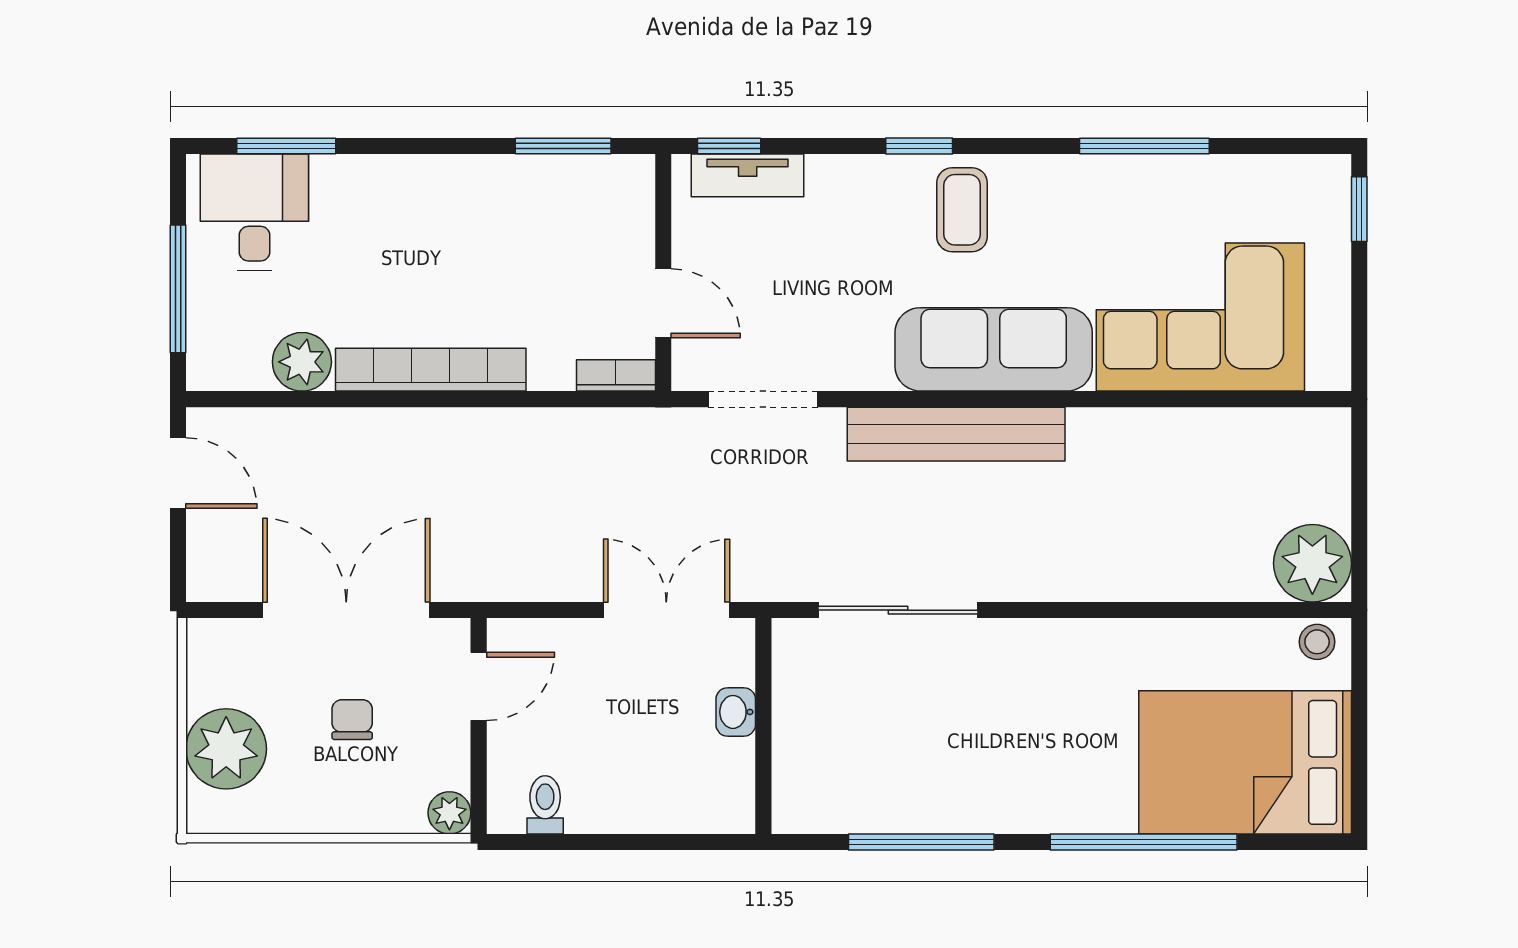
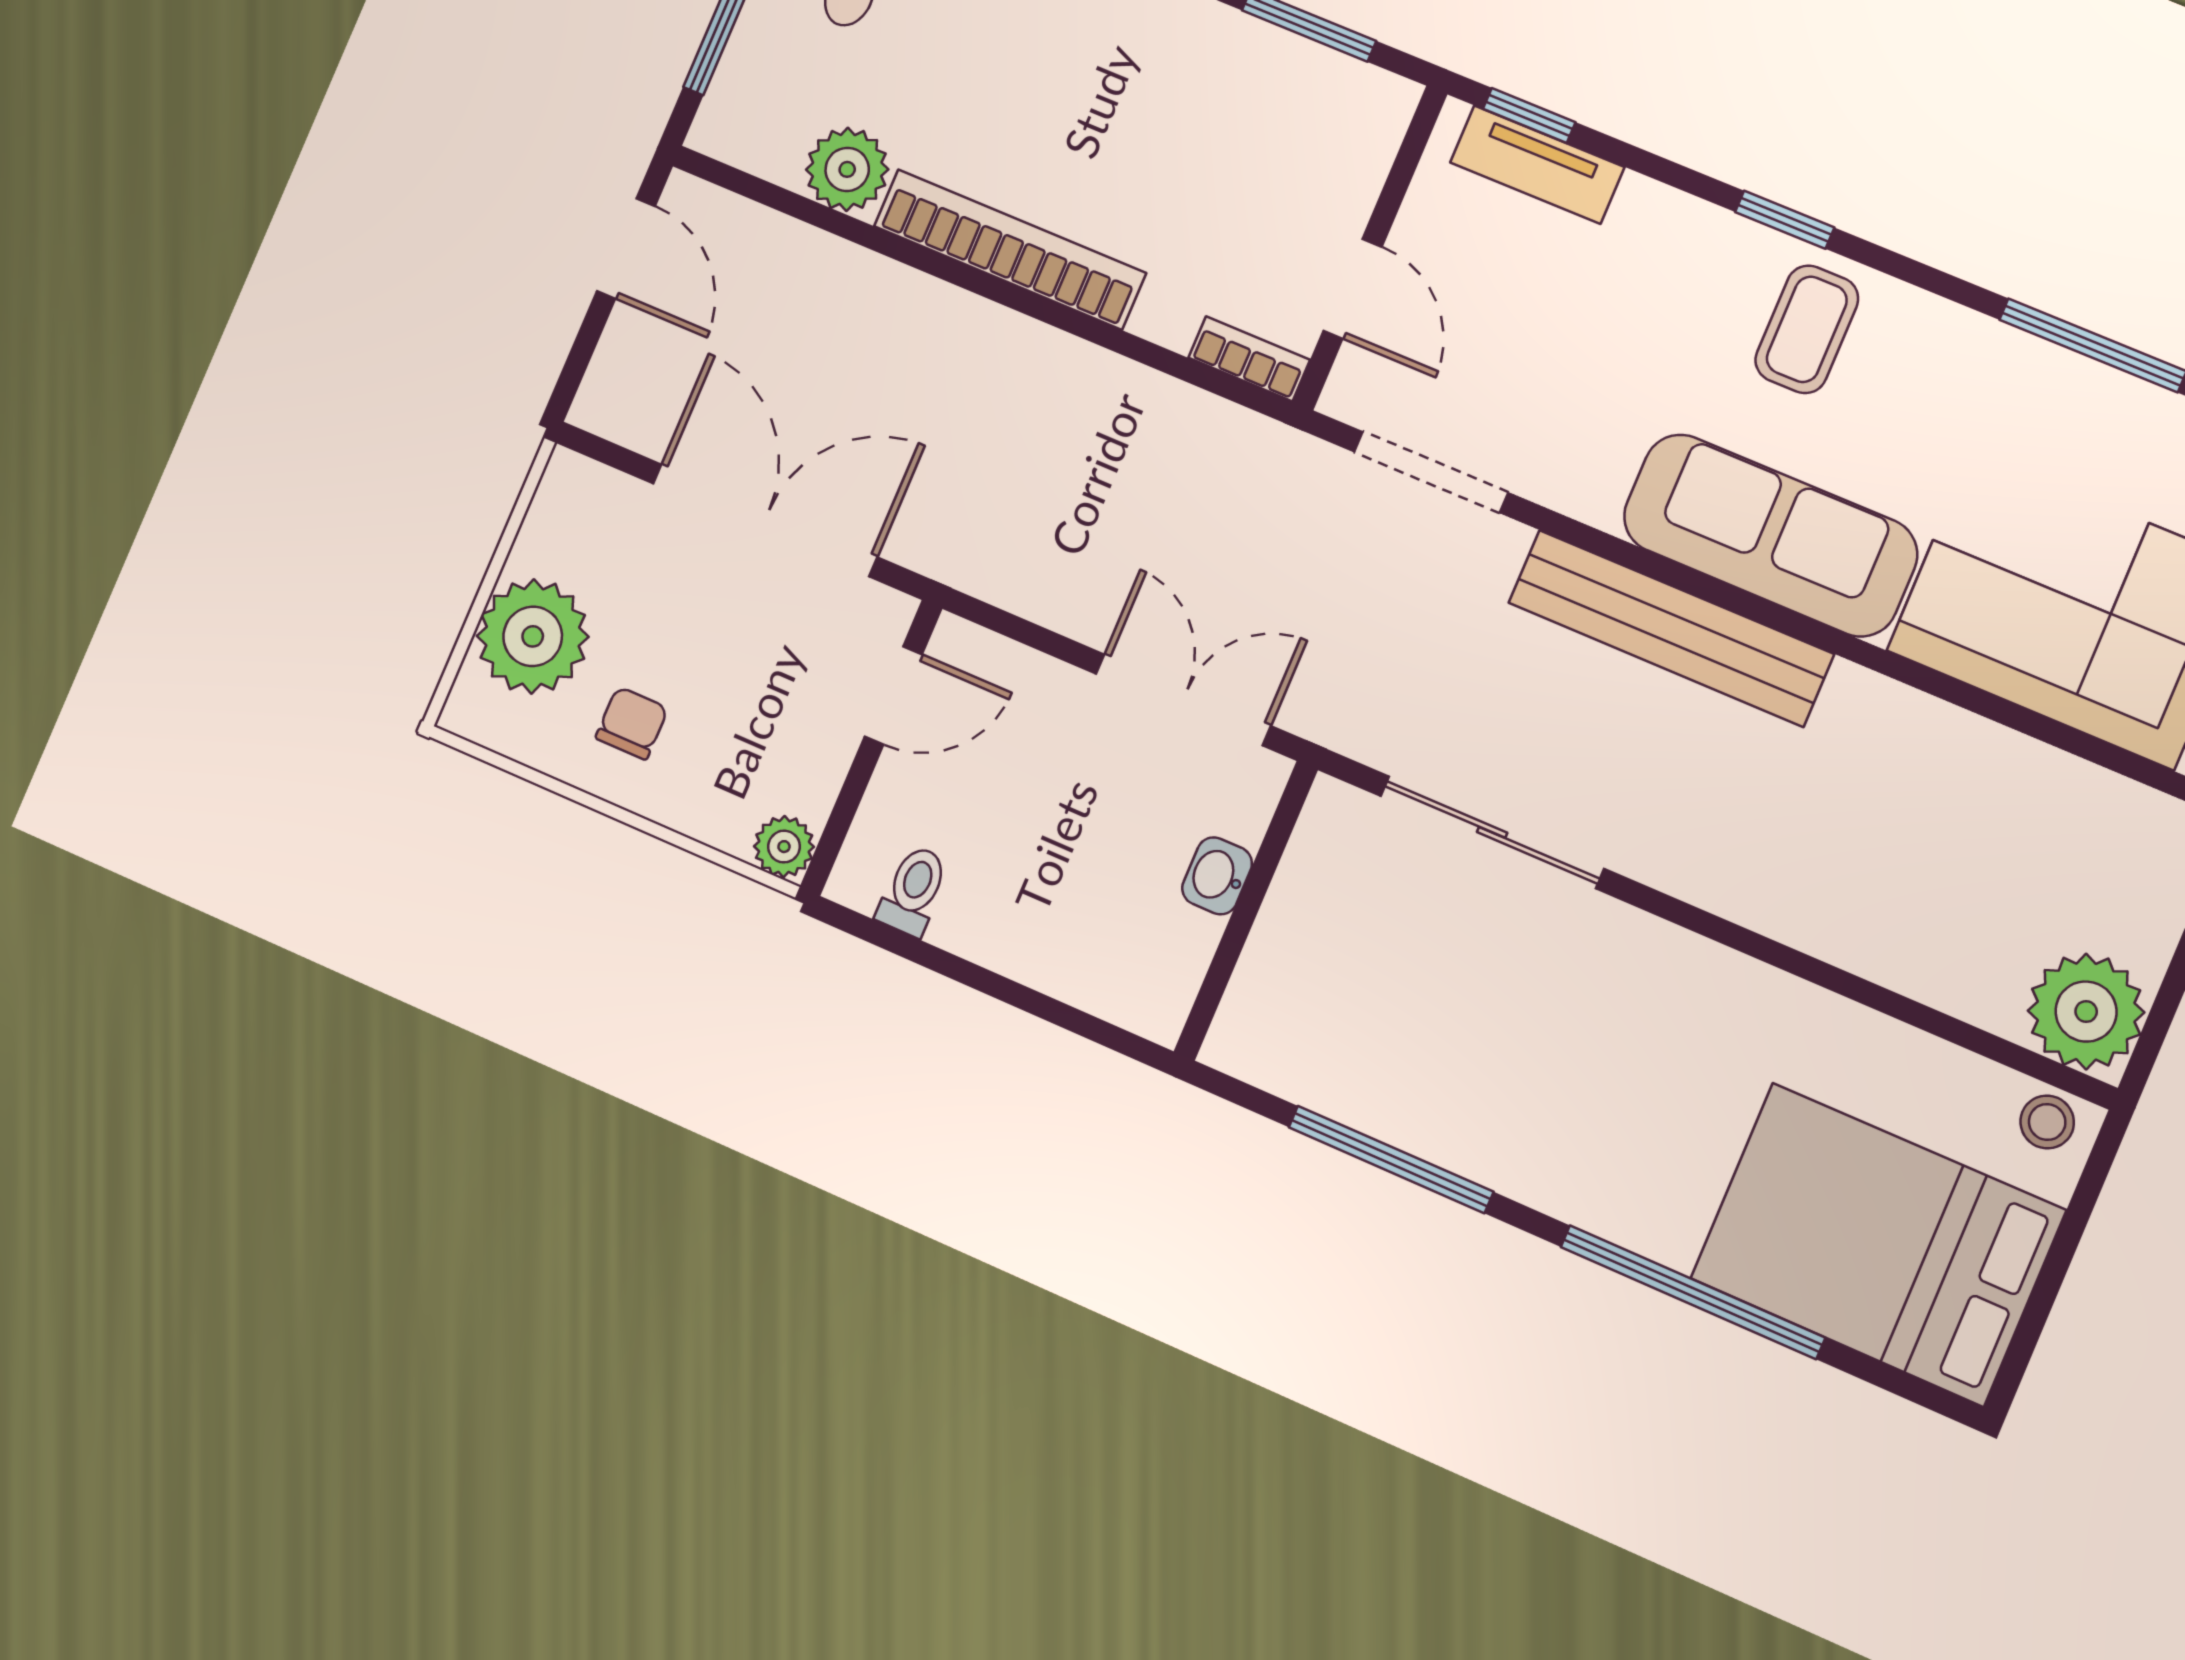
chair: (352, 720) -> (632, 723), moved

